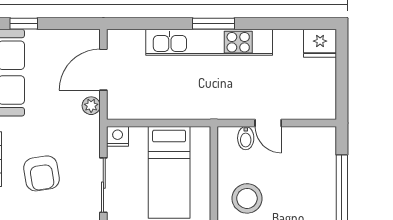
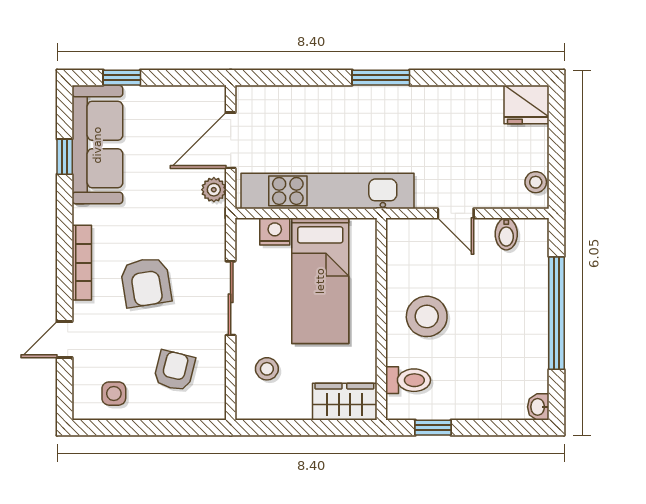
kitchen unit: (209, 42) -> (328, 191), moved, turned 180
stool: (327, 100) -> (536, 182), added
nightstand: (118, 136) -> (275, 232), moved
bidet: (246, 138) -> (506, 234), moved

